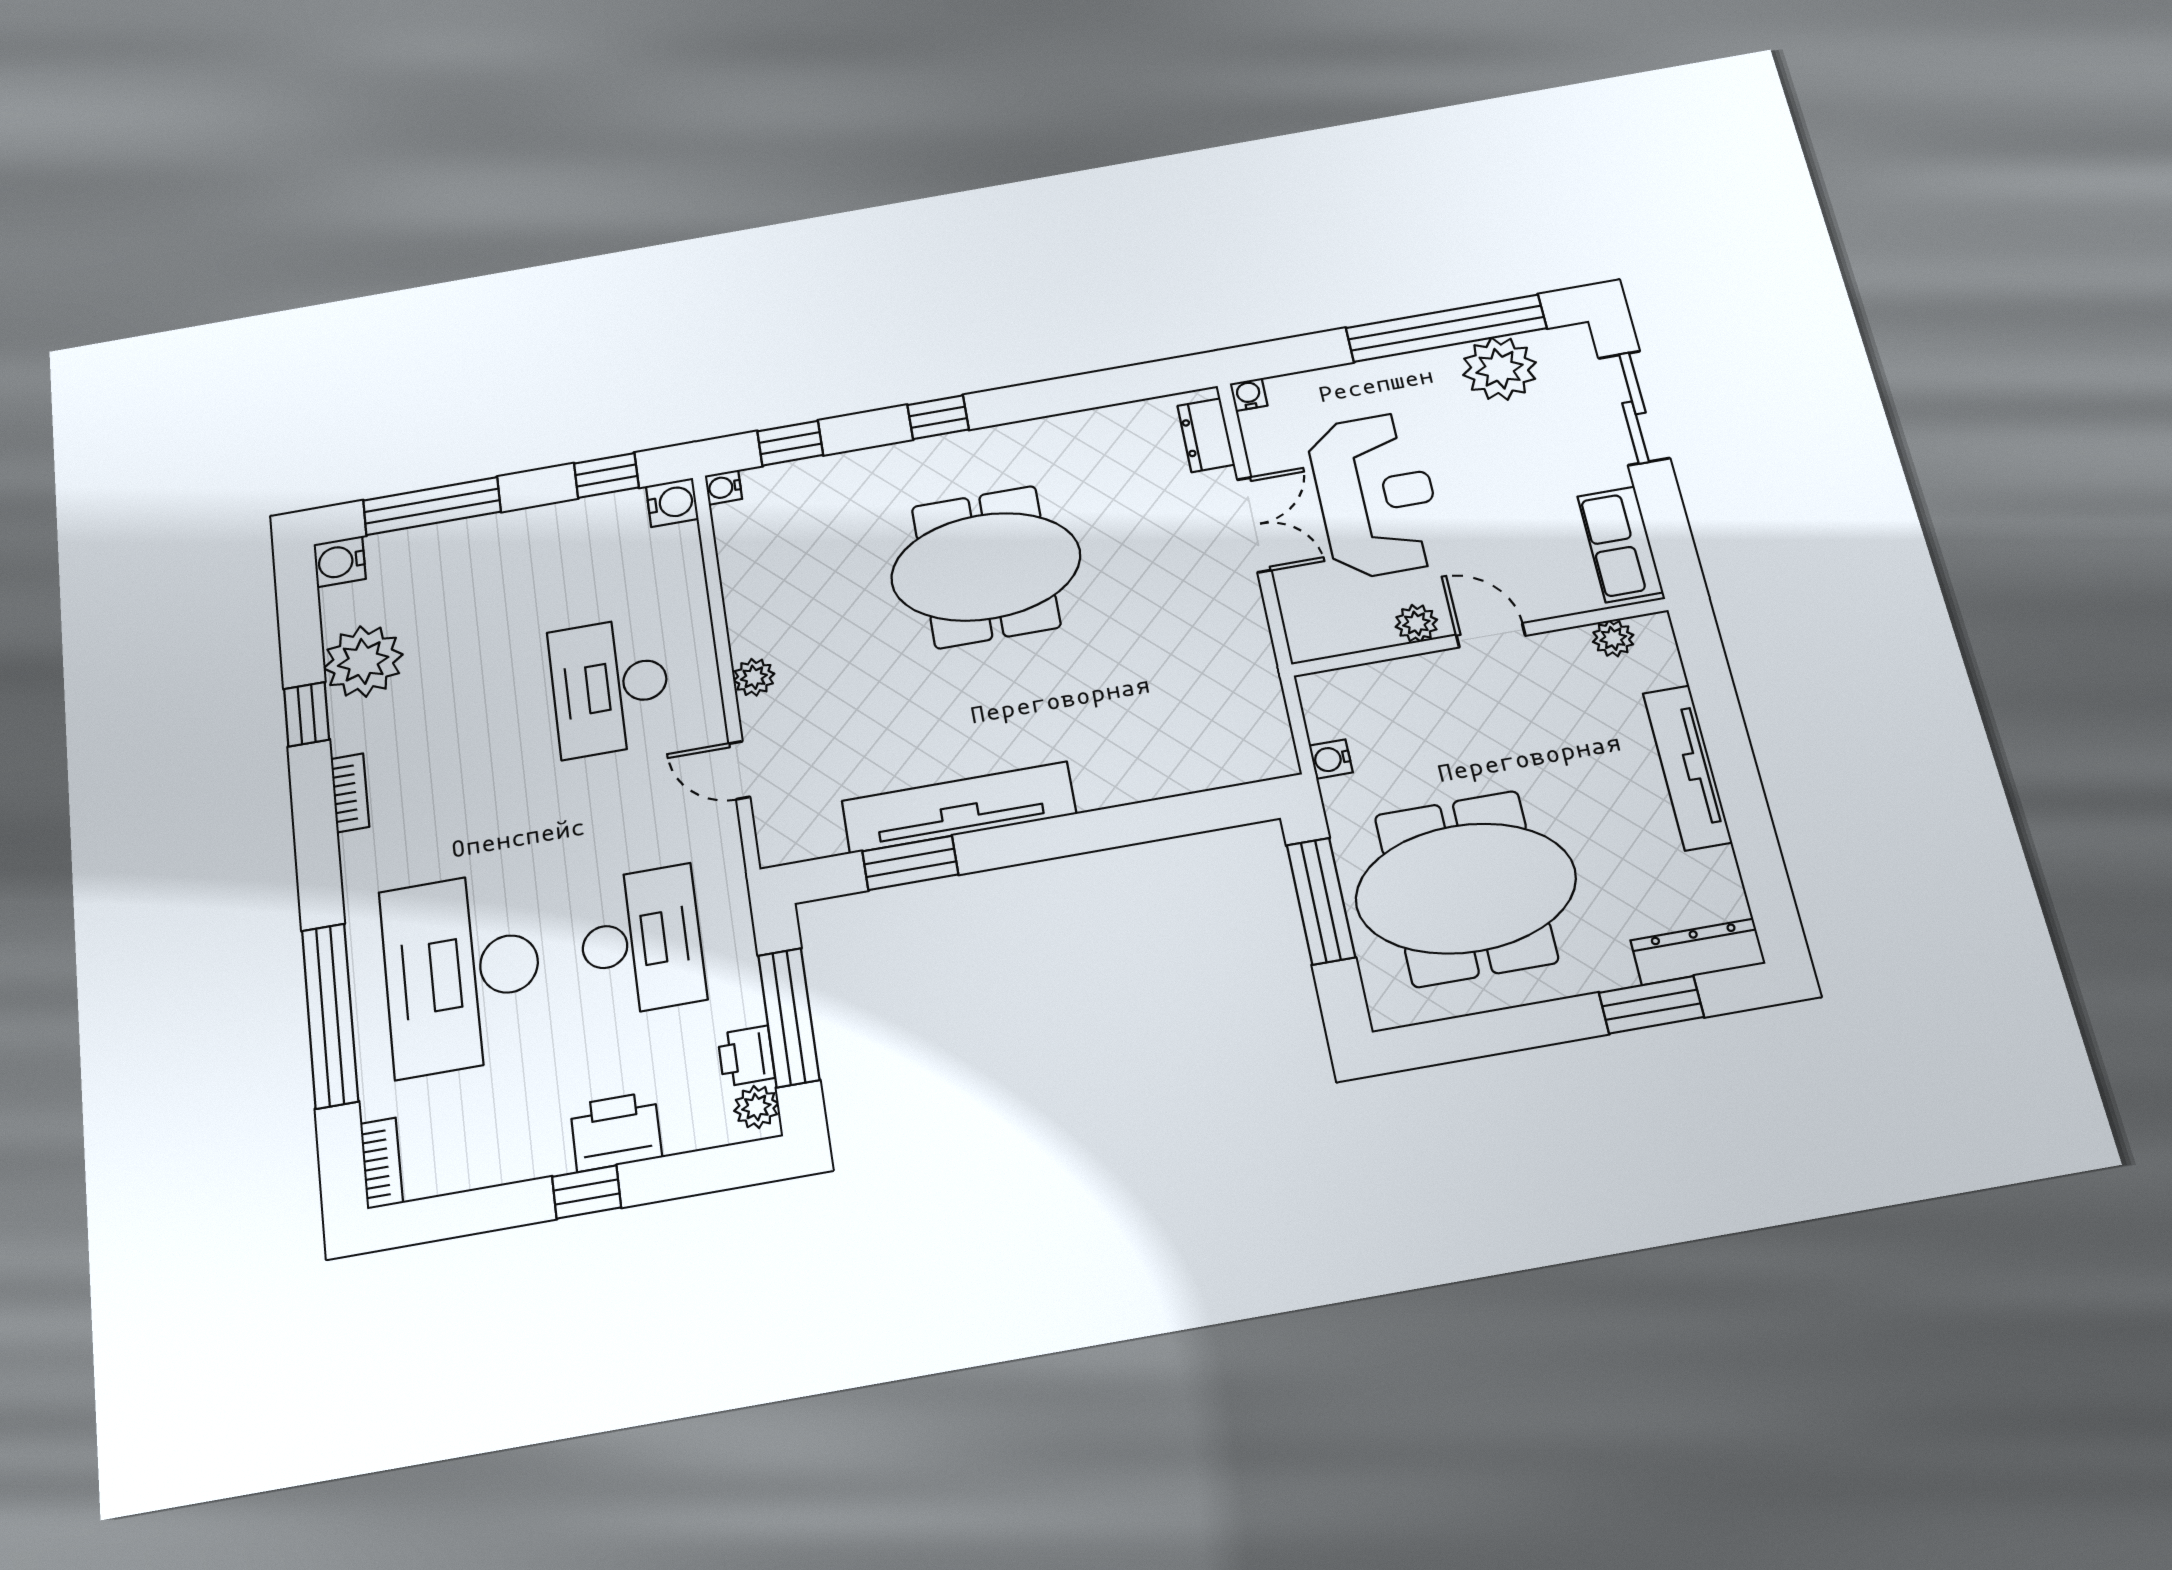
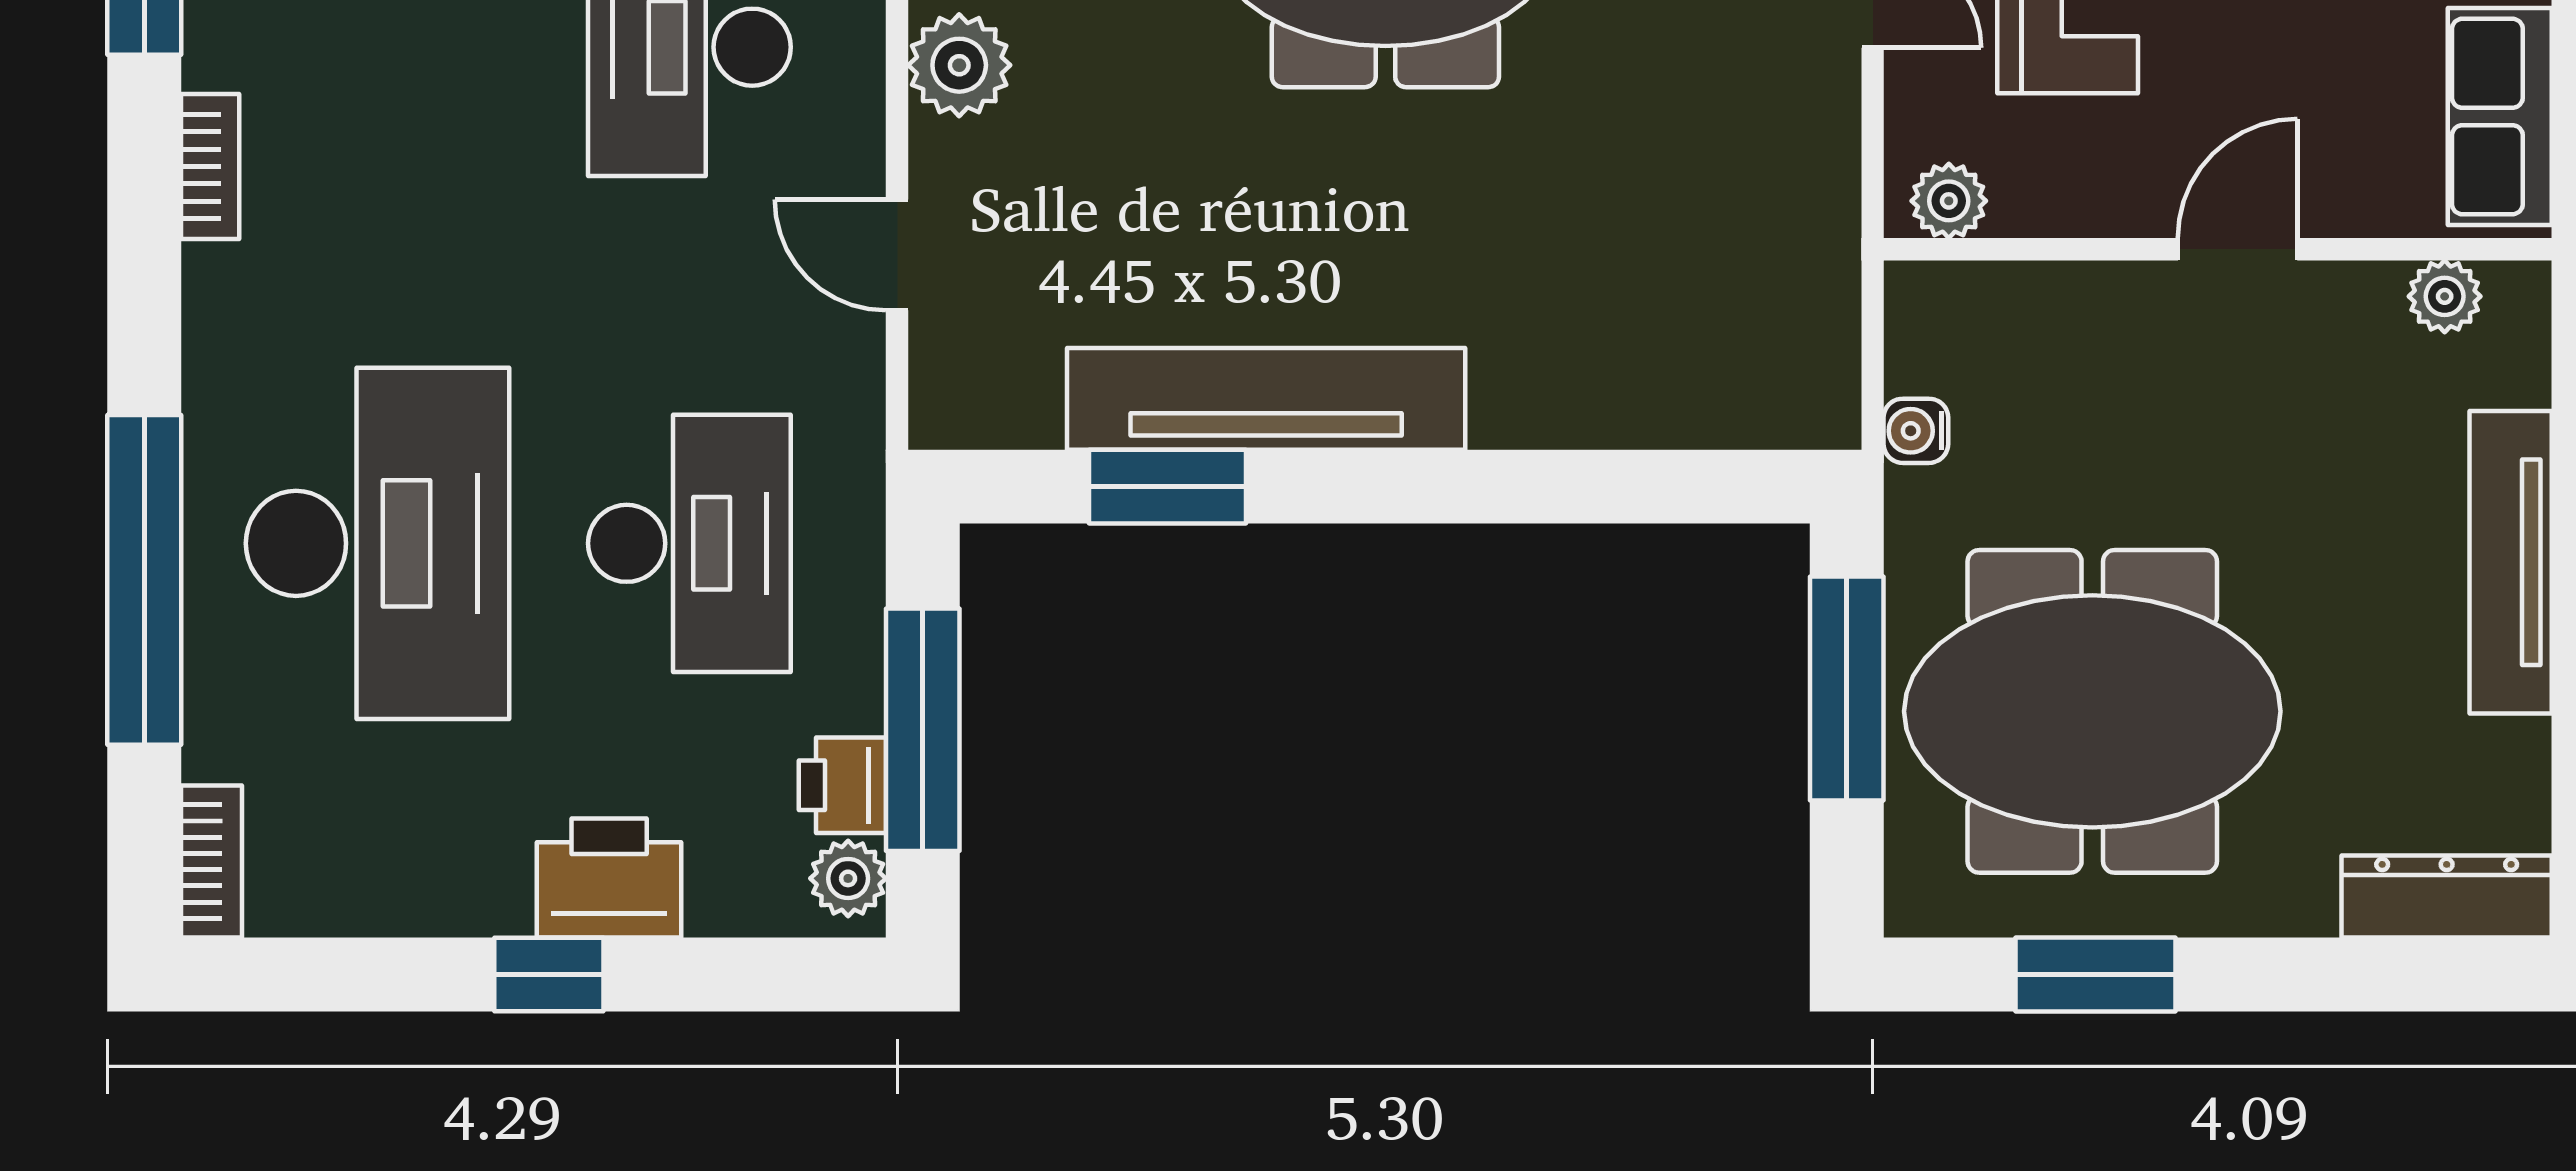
plant: (1416, 623) -> (1949, 201), moved
door: (1491, 635) -> (2238, 249), hinge flipped
plant: (754, 677) -> (959, 65), width x1.38, depth x1.38
desk: (462, 972) -> (378, 543), turned 180
window: (1651, 1005) -> (2095, 974), moved

